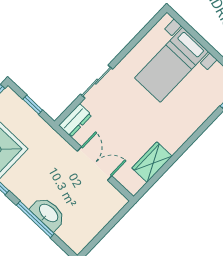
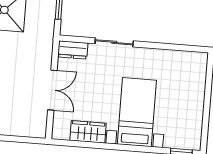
bed with nightstands: (172, 65) -> (137, 112), moved, turned 90

